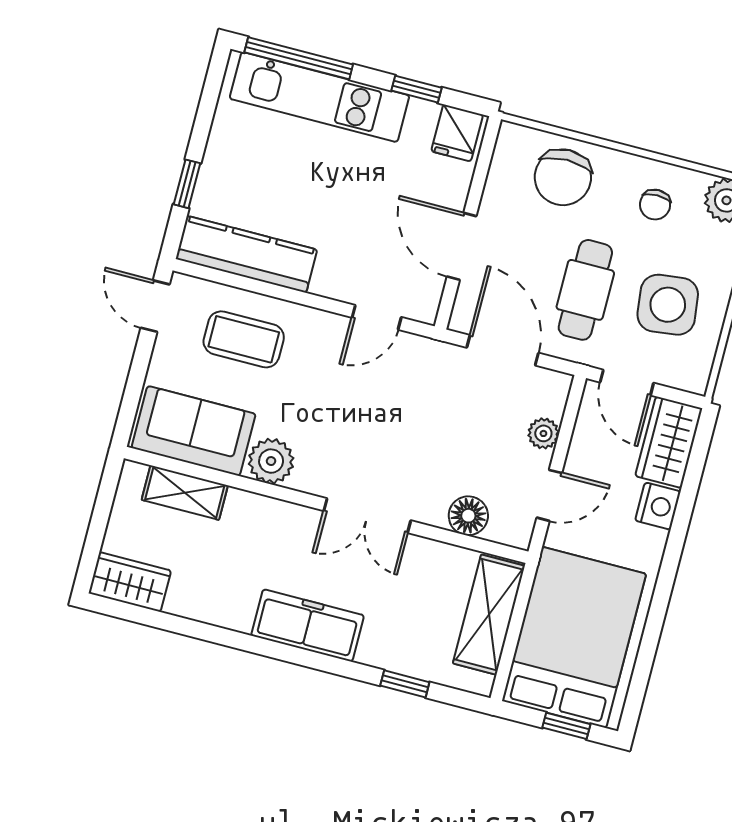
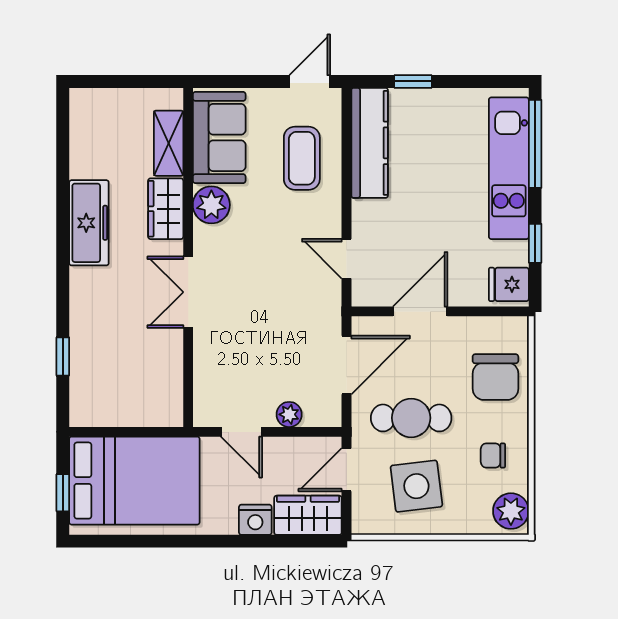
chair: (563, 177) -> (495, 377), turned -90
floor lamp: (468, 516) -> (209, 372), removed
wardrobe: (130, 582) -> (166, 209), moved, turned 180
shelving: (489, 615) -> (135, 409), removed
freezer: (308, 625) -> (89, 223), moved

